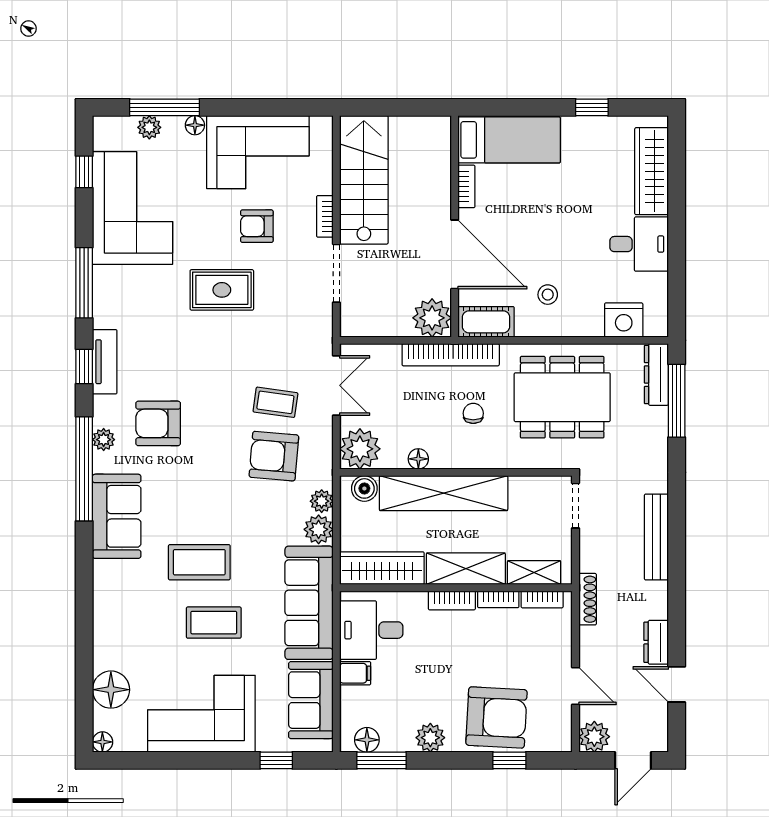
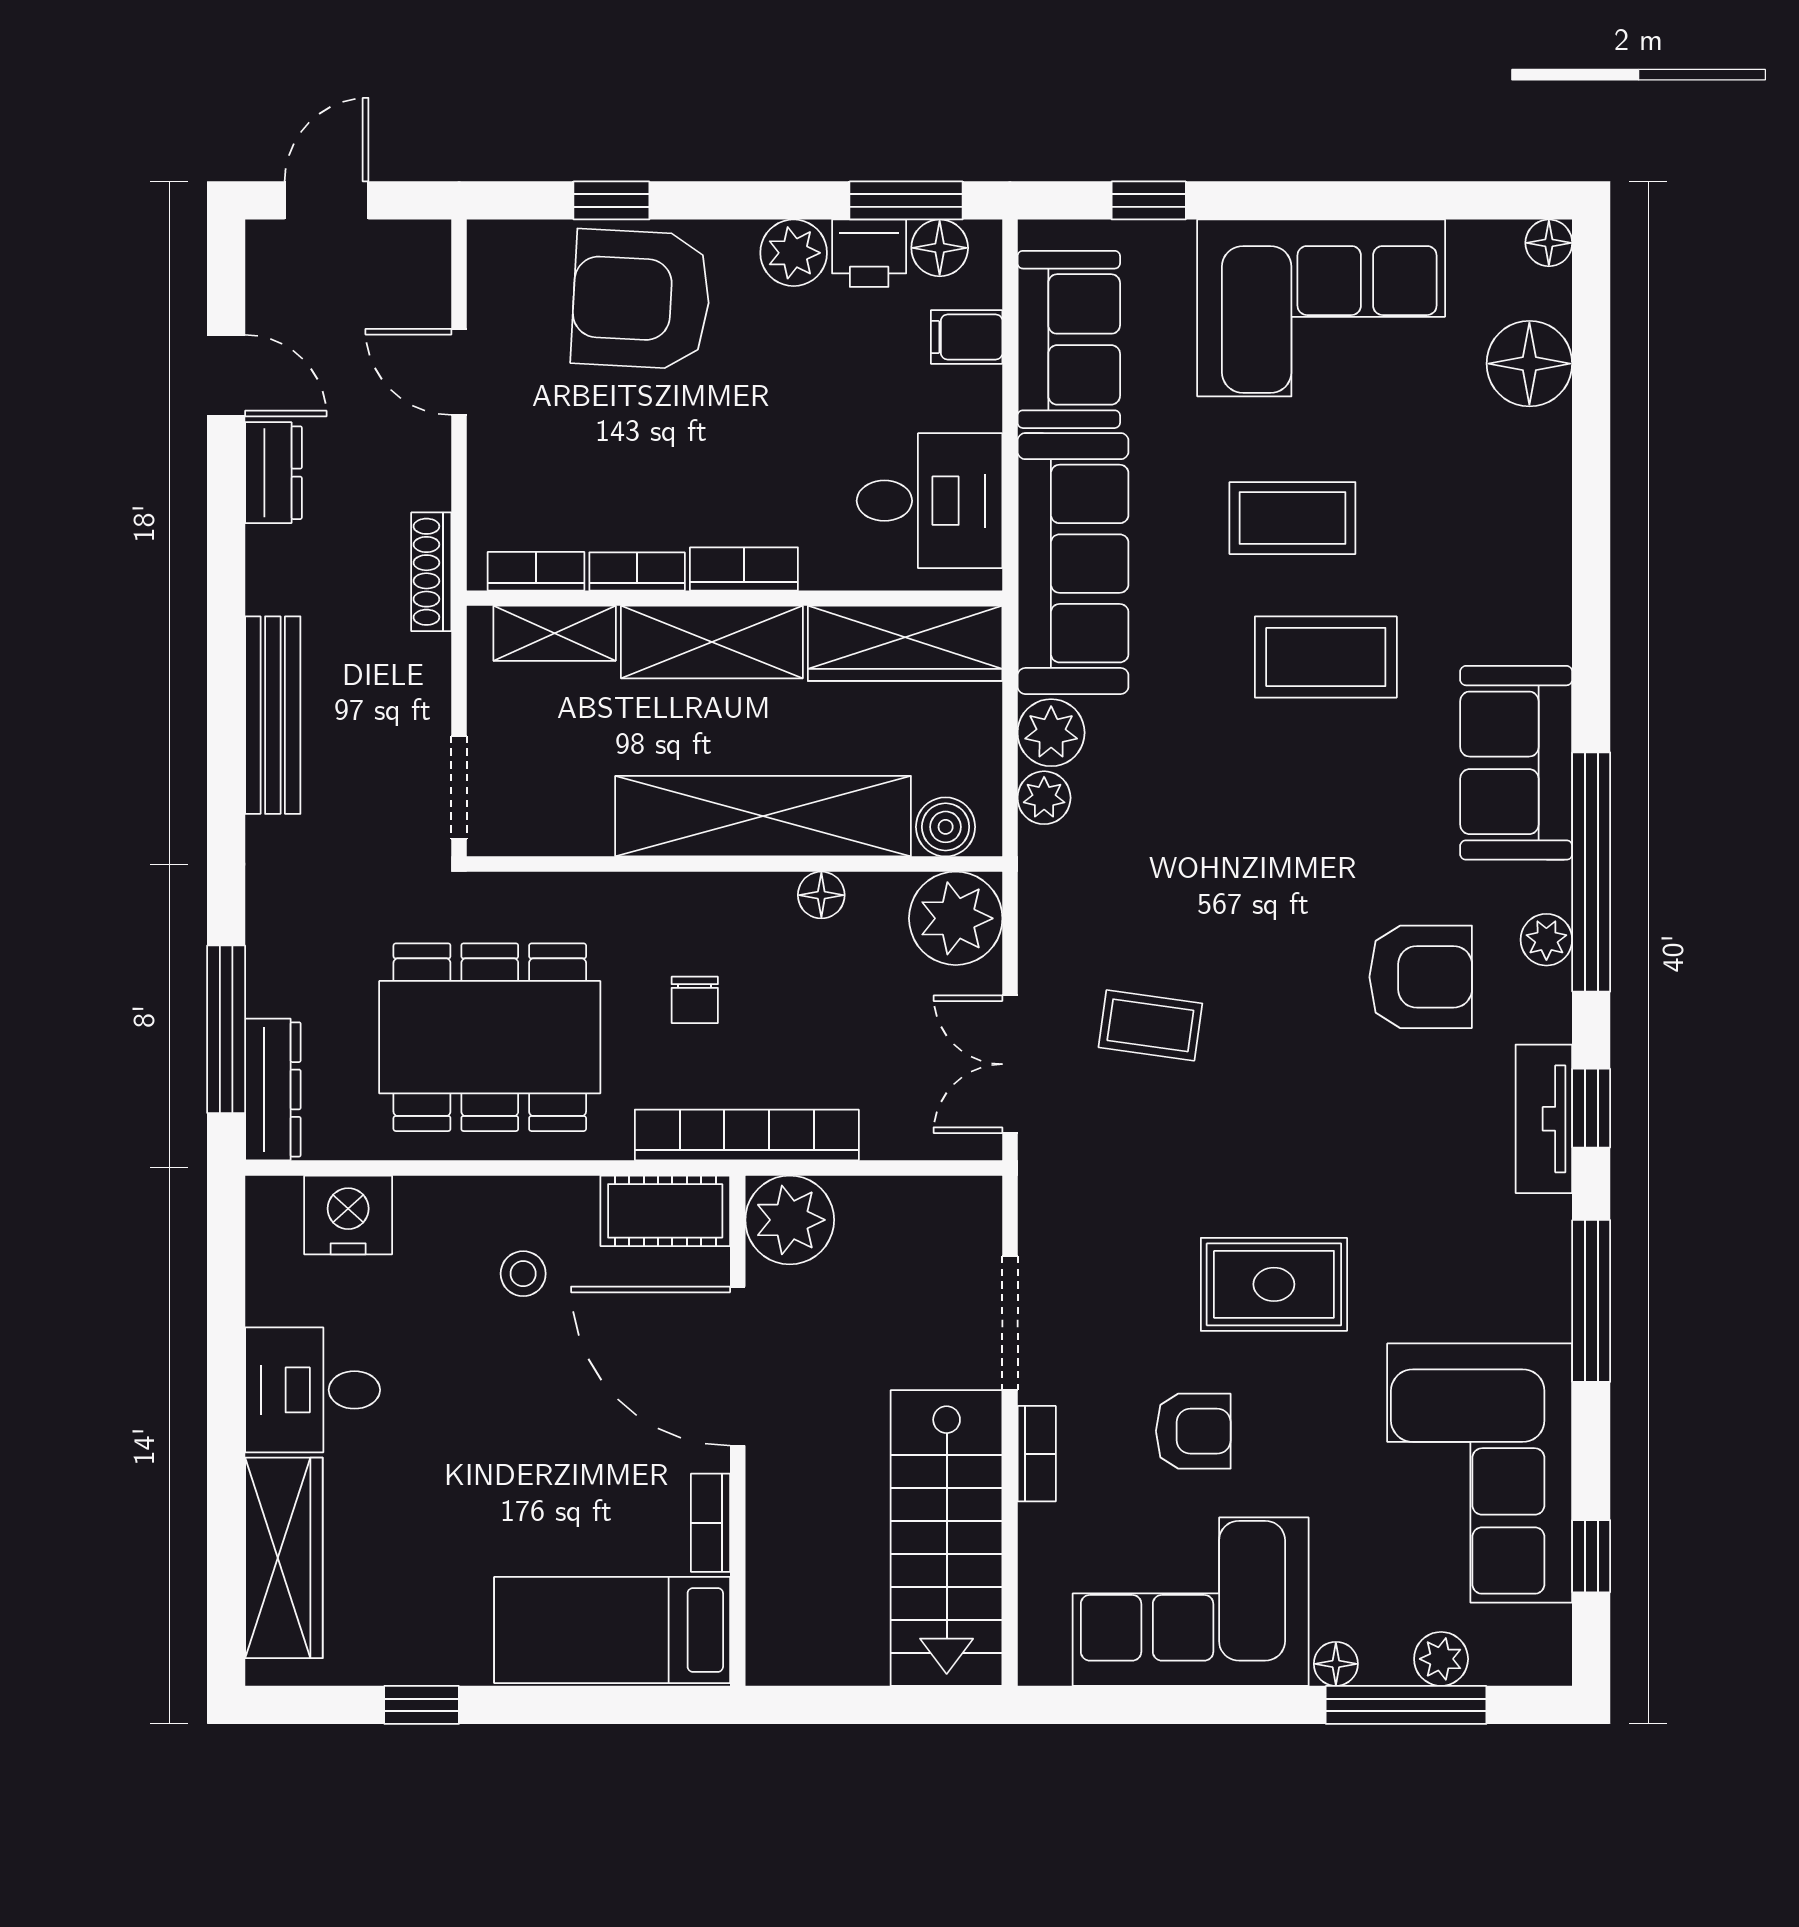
armchair: (274, 456) -> (1154, 901), removed
filing cabinet: (355, 673) -> (967, 337), moved
plant: (594, 737) -> (416, 255), removed
printer: (398, 738) -> (869, 253), added

